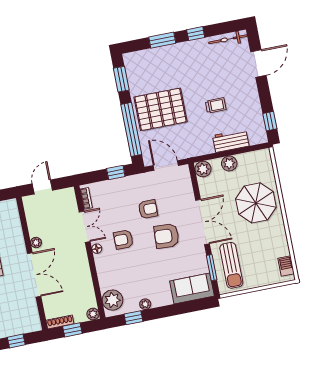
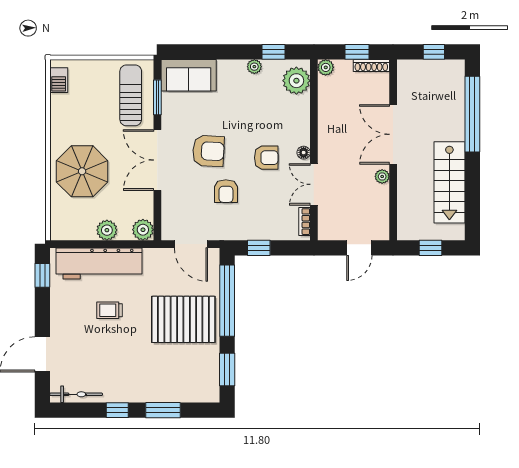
workbench: (231, 141) -> (99, 264), width x1.88, depth x1.32
armchair: (148, 209) -> (226, 191), turned -90

